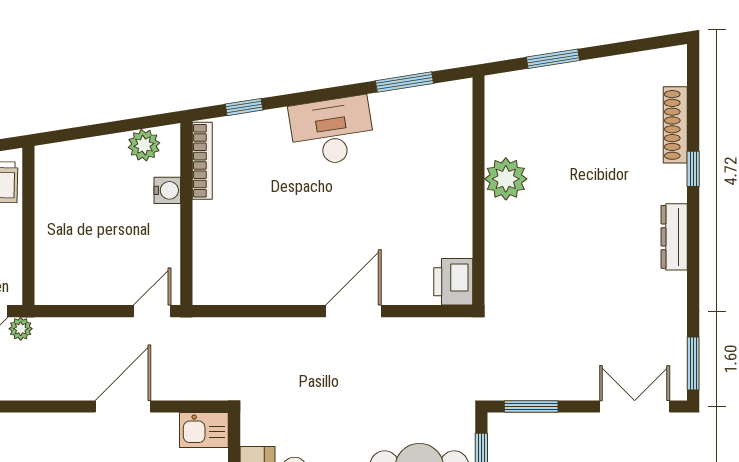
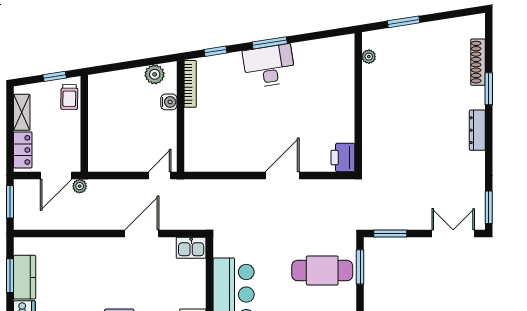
window: (404, 82) -> (270, 43), moved
window: (693, 169) -> (489, 89), width x1.50
plant: (506, 179) -> (369, 57), moved, width x0.53, depth x0.53

